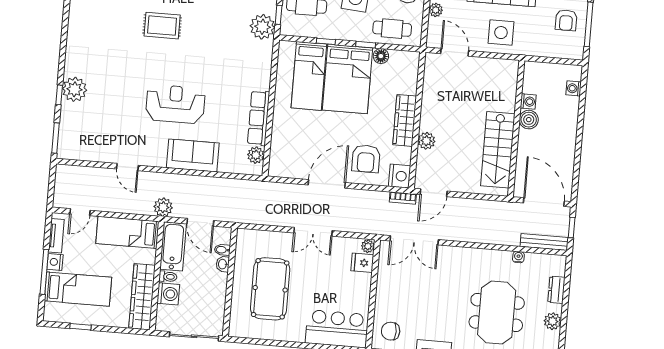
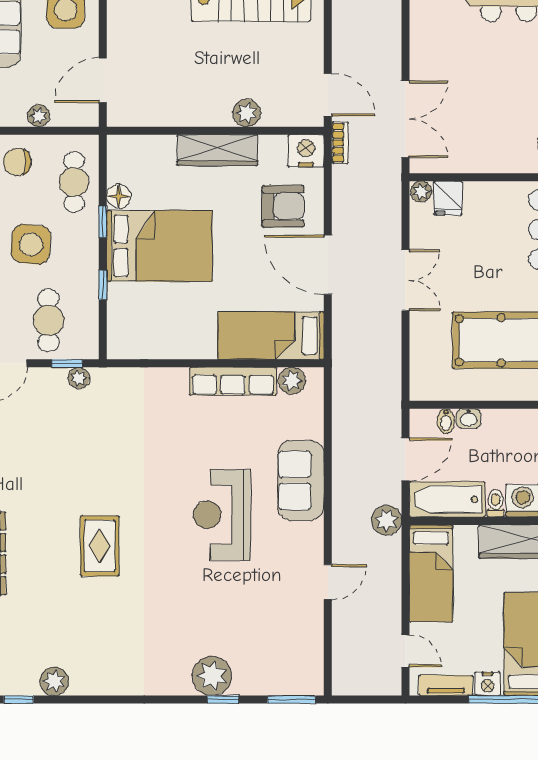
plant: (262, 27) -> (79, 378), width x0.53, depth x0.53
bed: (309, 76) -> (271, 336), moved, turned 180

